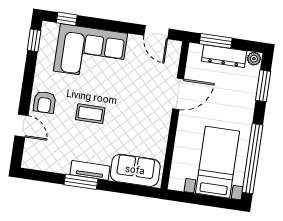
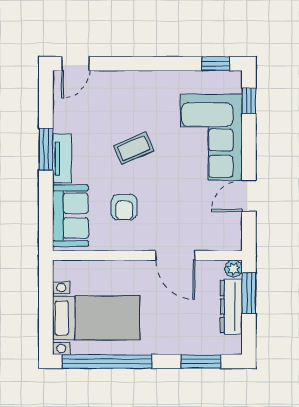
door: (156, 32) -> (249, 196), moved
plant: (254, 59) -> (234, 268), moved
armchair: (45, 102) -> (124, 207), moved, turned -90
coffee table: (90, 114) -> (134, 148), turned 67
door: (21, 126) -> (76, 64), moved

